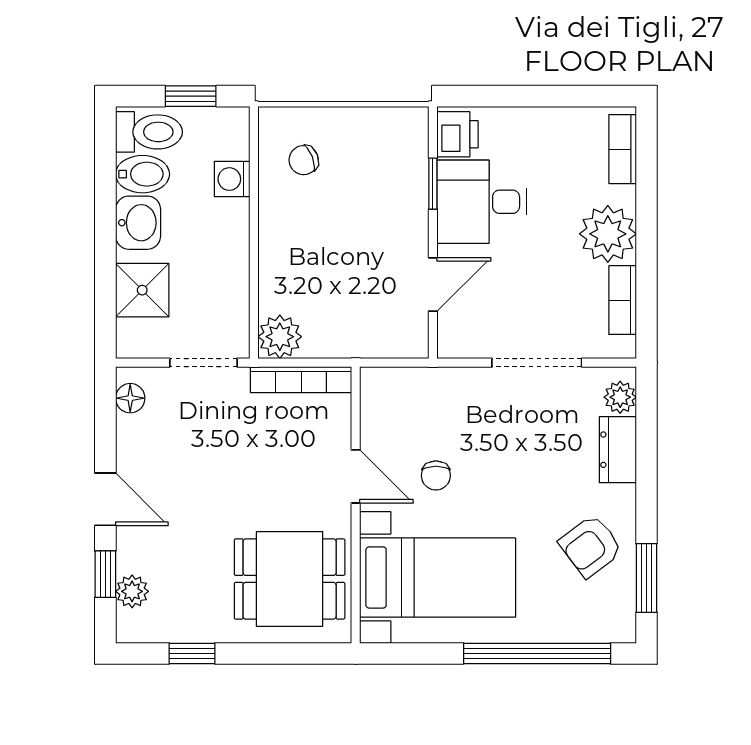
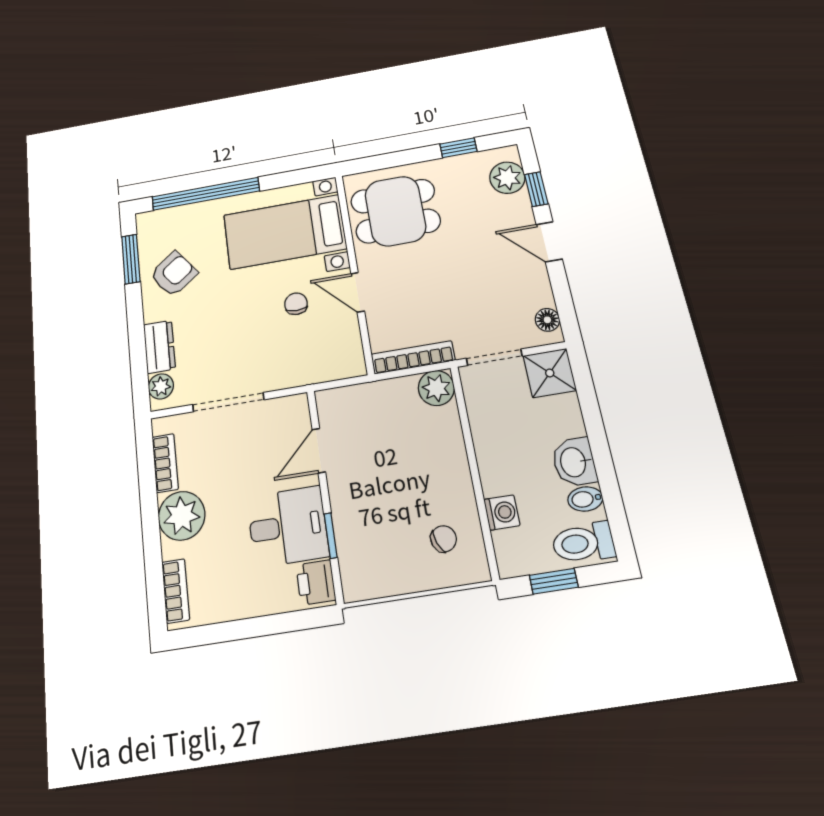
bidet: (143, 174) -> (585, 499), width x0.72, depth x0.74
shower: (142, 290) -> (550, 373), moved
plant: (132, 591) -> (507, 178), width x1.38, depth x1.38

